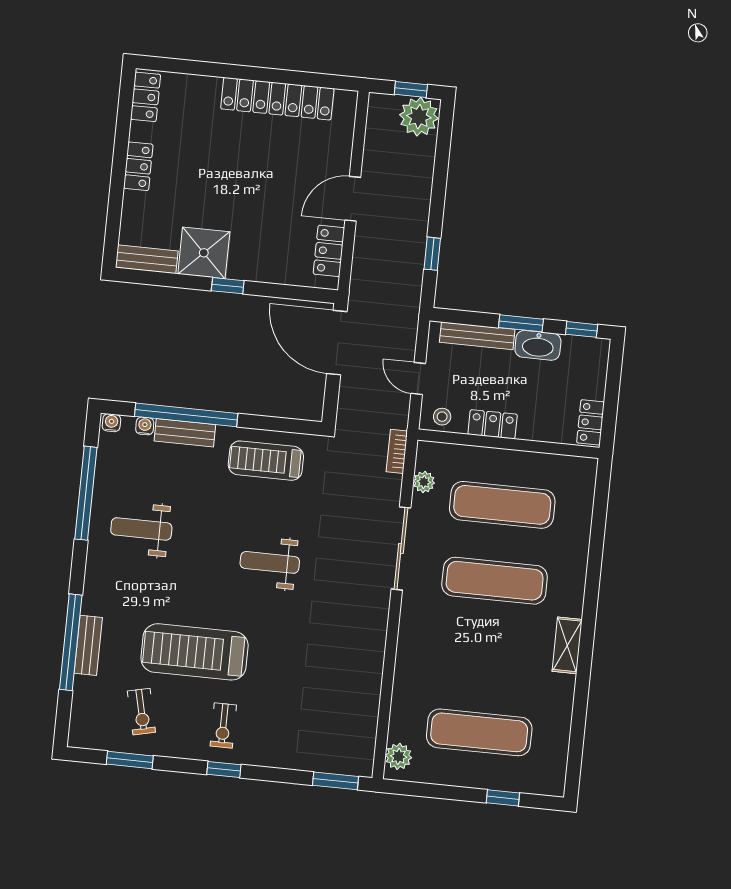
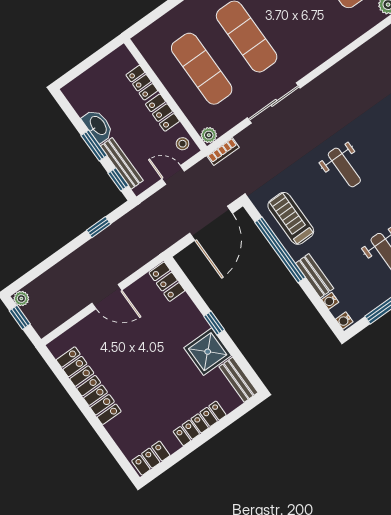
plant: (419, 117) -> (21, 299), width x0.53, depth x0.53
locker: (138, 166) -> (200, 423), width x1.53
locker: (329, 251) -> (167, 282), moved, turned 90
window: (582, 329) -> (118, 179), moved
door: (337, 343) -> (211, 223), moved
door: (418, 378) -> (173, 175), swing flipped
window: (186, 415) -> (280, 250), moved
locker: (590, 422) -> (142, 83), moved, turned 90
treadmill: (266, 461) -> (291, 218), turned 180
plant: (424, 482) -> (209, 135), moved

